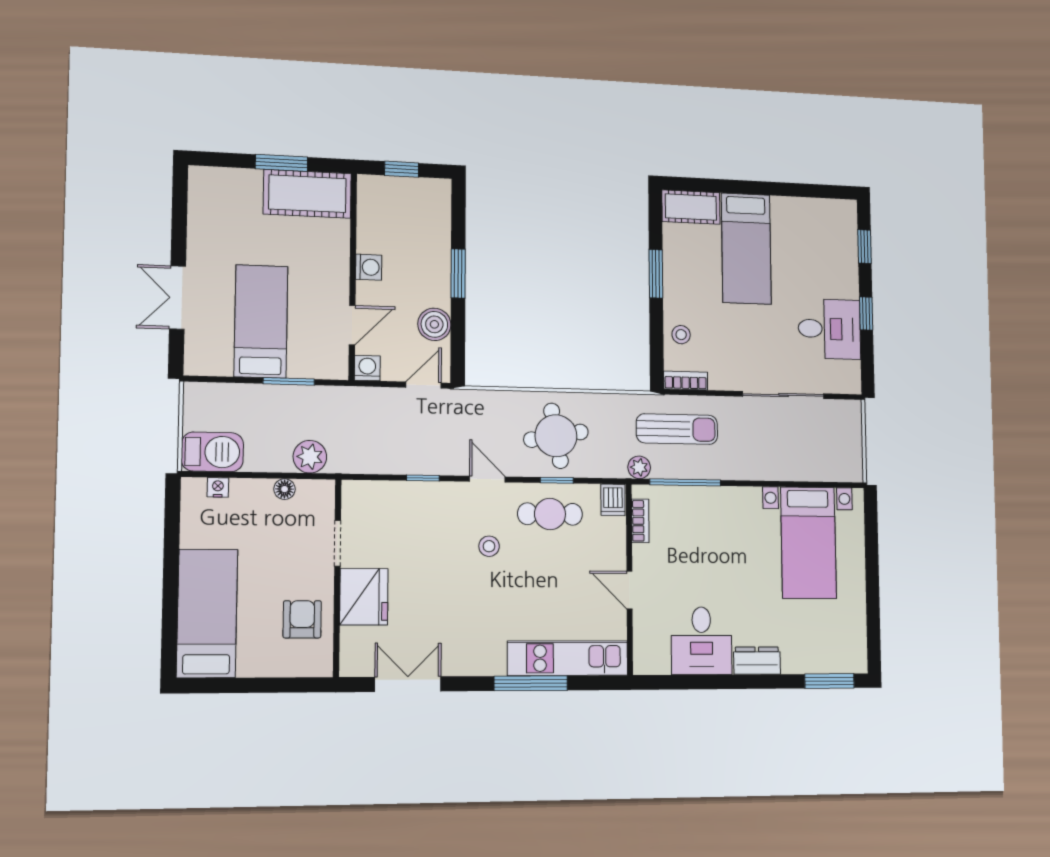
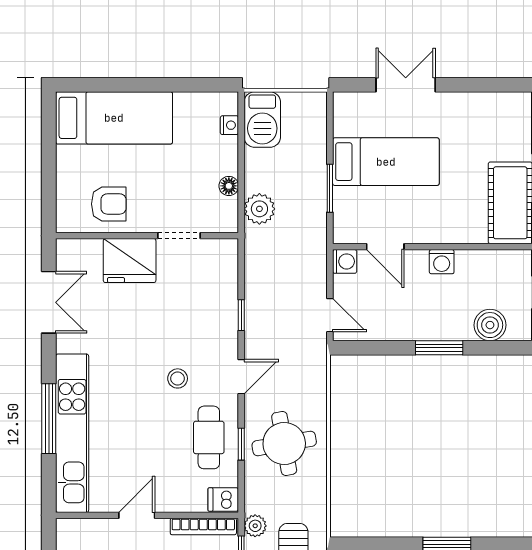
boiler: (434, 324) -> (490, 325), moved
bookcase: (640, 521) -> (203, 526), width x1.56
kitchen unit: (568, 658) -> (72, 433), width x1.36

